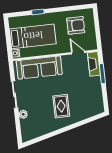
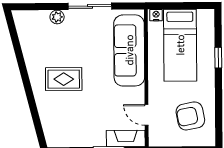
armchair: (76, 25) -> (190, 116), turned 79
door: (78, 53) -> (147, 115), swing flipped

